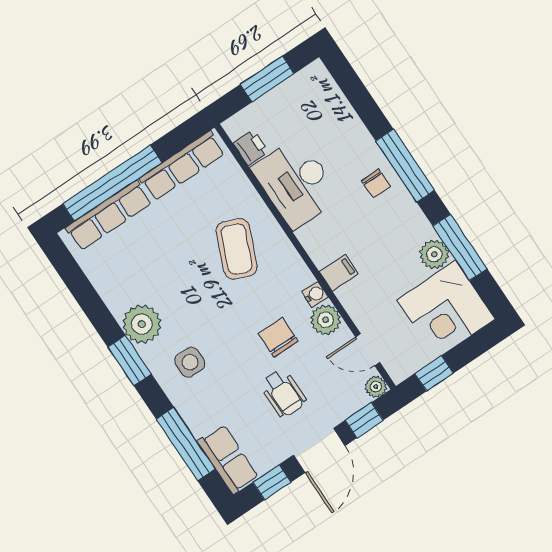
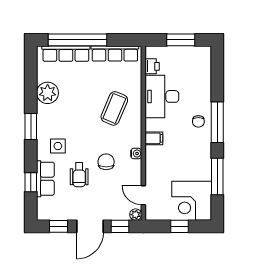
plant: (434, 254) -> (203, 172), removed
filing cabinet: (339, 273) -> (154, 138), moved
plant: (326, 320) -> (133, 168), removed
plant: (142, 324) -> (48, 93), moved
window: (434, 373) -> (179, 226), moved
wheelchair: (283, 393) -> (79, 175), moved
window: (186, 444) -> (31, 182), width x0.46
row of seats: (228, 459) -> (45, 179), moved

